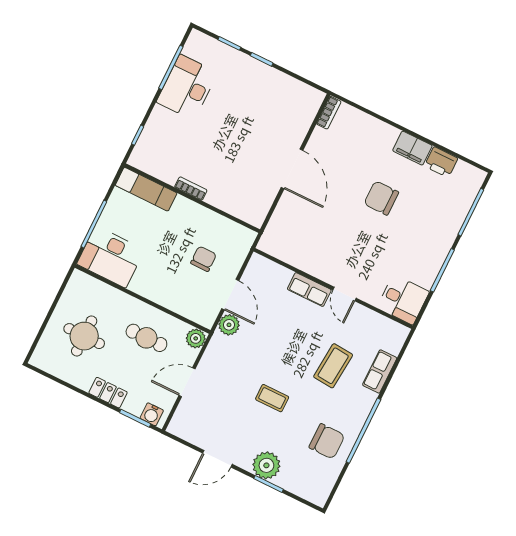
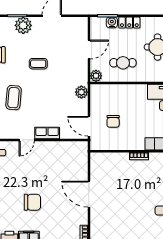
door: (345, 294) -> (27, 140), swing flipped
door: (230, 295) -> (89, 126), moved
water cooler: (152, 414) -> (112, 22), moved

